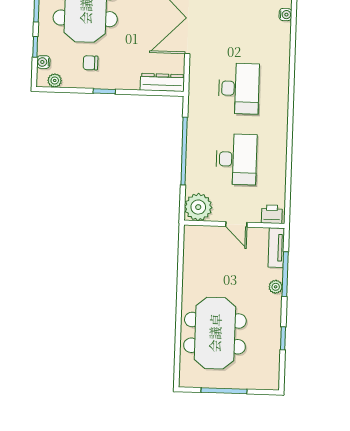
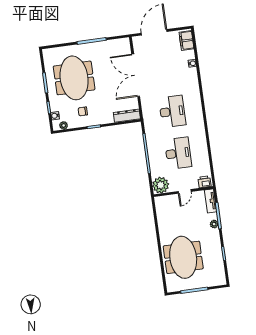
door: (236, 224) -> (185, 191), hinge flipped

